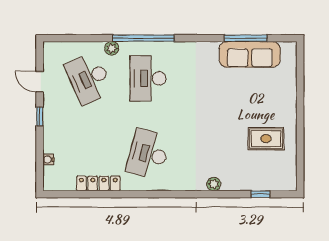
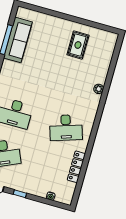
desk: (148, 154) -> (66, 128), turned -33
window: (260, 194) -> (114, 59), removed

